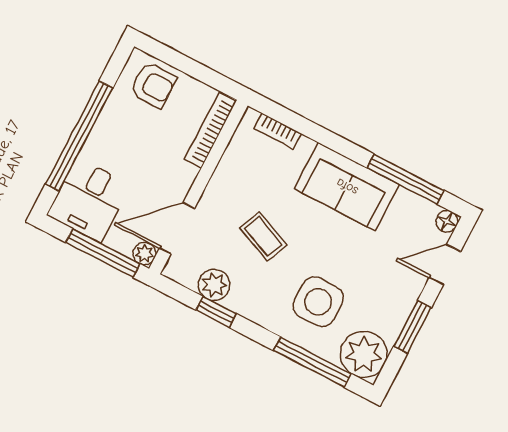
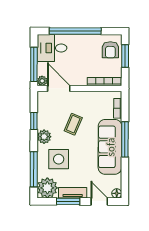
window: (181, 62) -> (125, 56), added
window: (406, 179) -> (125, 139), moved
sofa: (347, 187) -> (110, 147), width x1.36
plant: (214, 285) -> (44, 137), moved
tv unit: (400, 309) -> (73, 193), added

